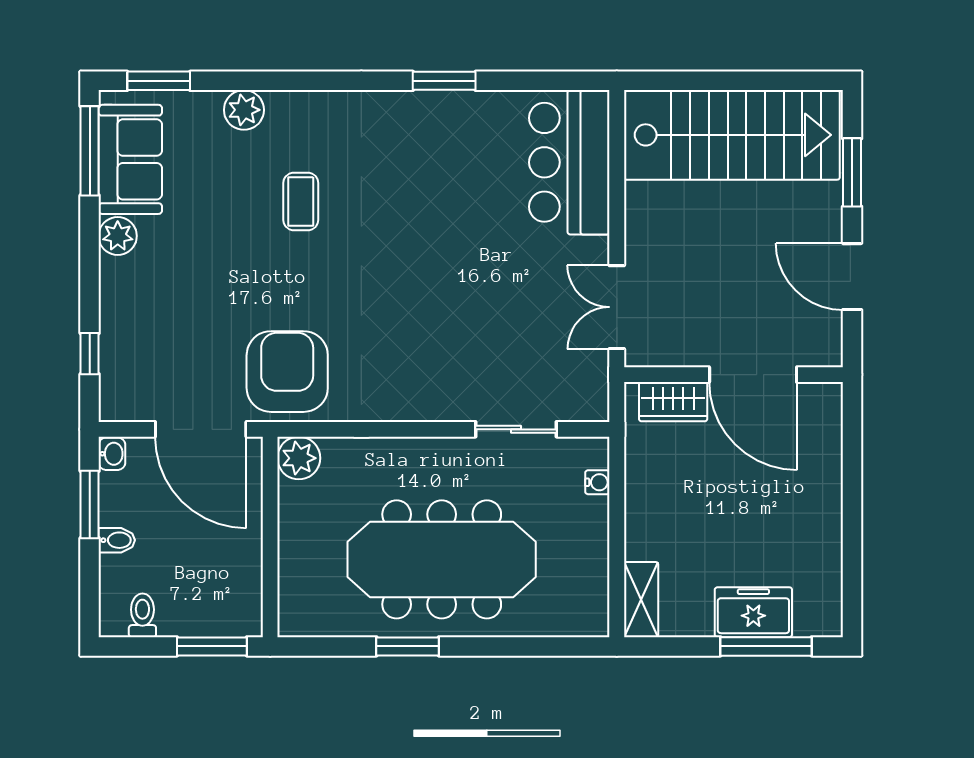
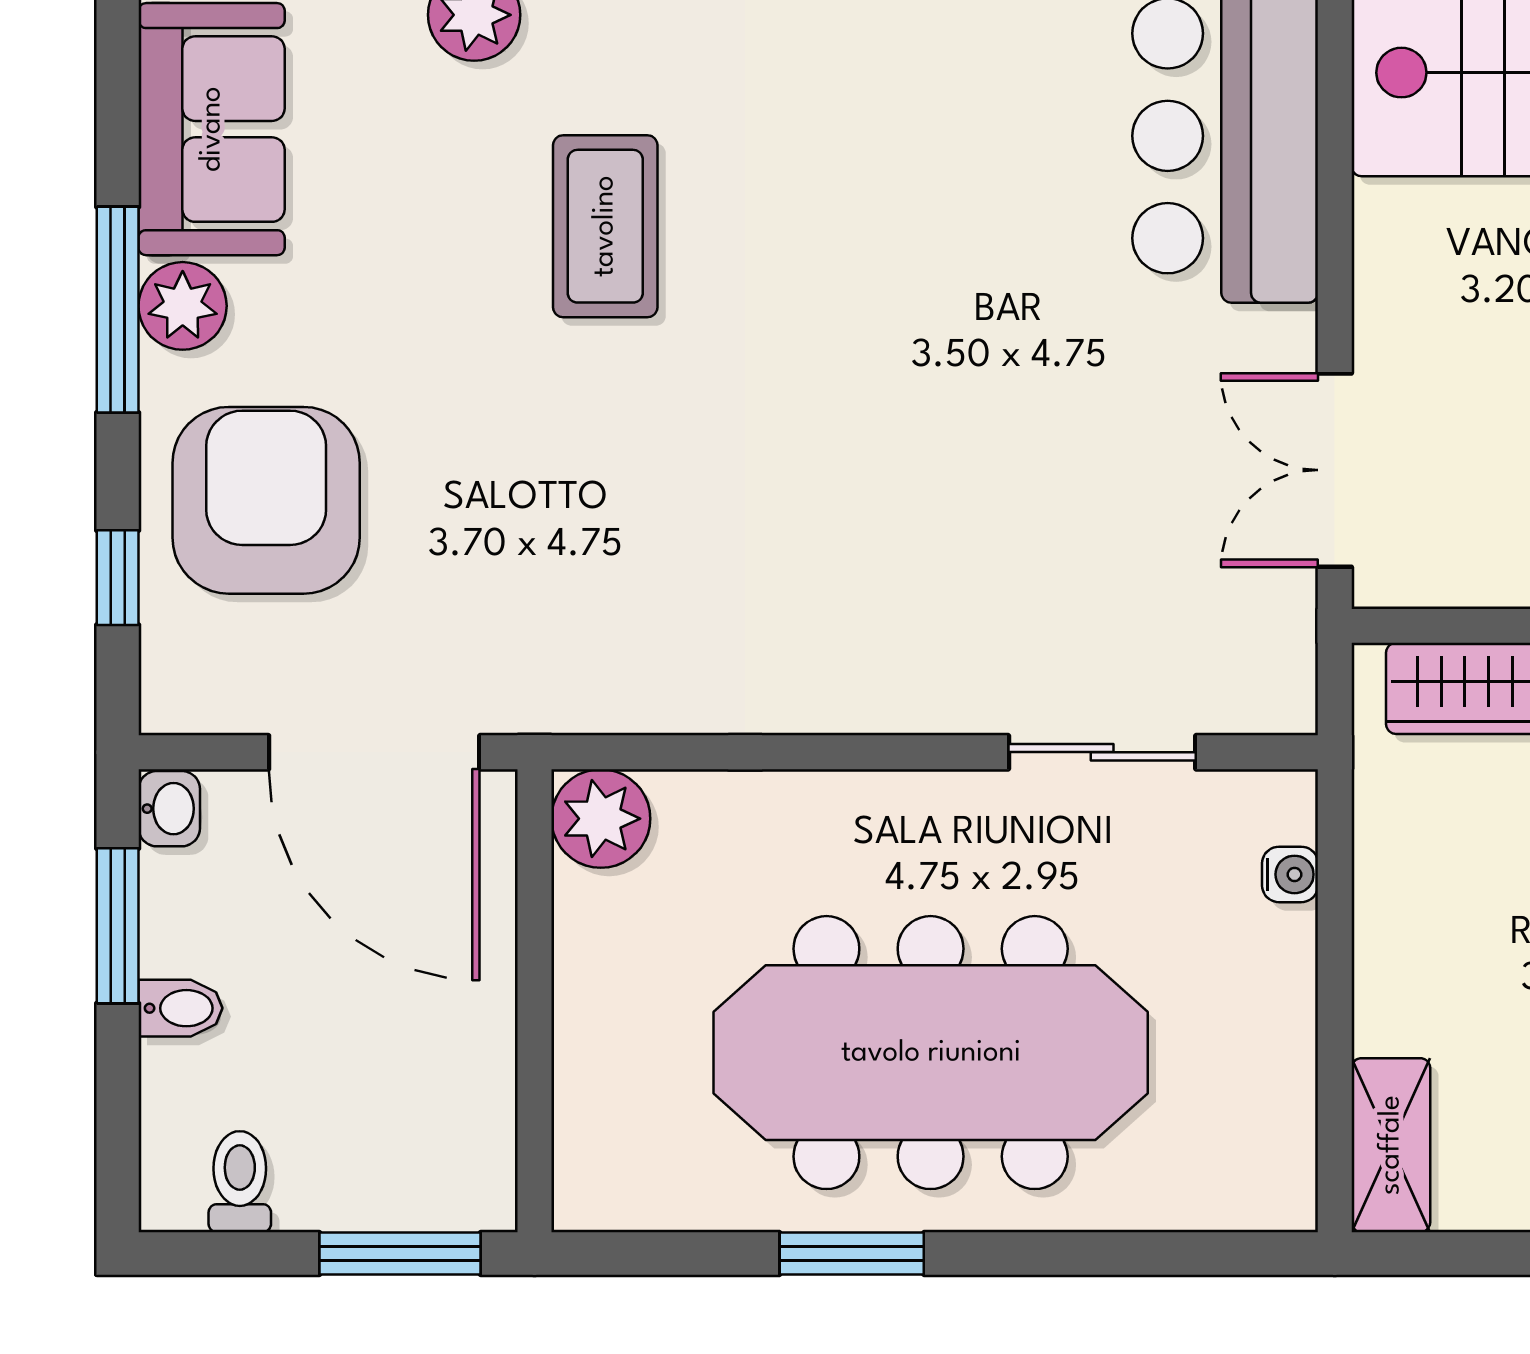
window: (90, 151) -> (118, 310), moved
coffee table: (301, 201) -> (605, 226), width x1.36, depth x1.30
armchair: (287, 372) -> (266, 500), moved

